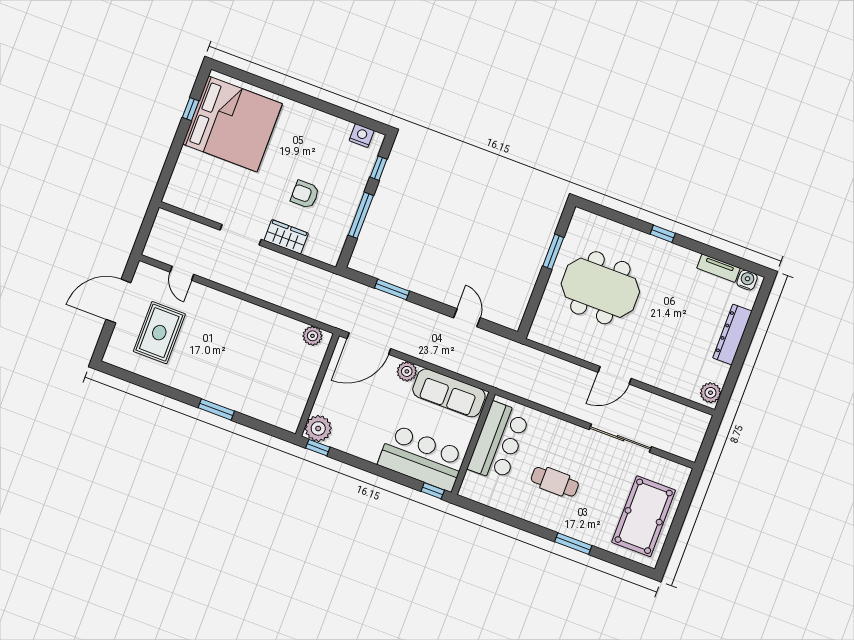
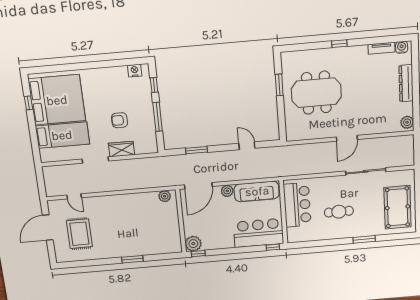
bed: (213, 177) -> (62, 135), added

